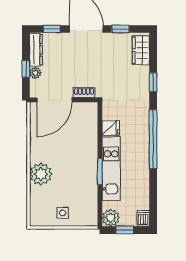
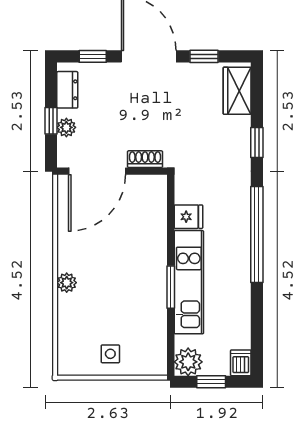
dresser: (36, 50) -> (67, 90), width x0.70
plant: (41, 174) -> (67, 283), width x0.53, depth x0.53

